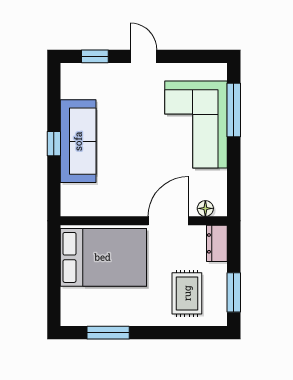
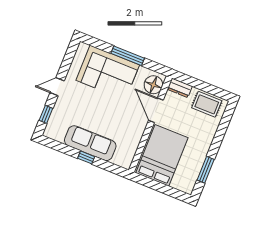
window: (234, 110) -> (128, 56), moved
floor lamp: (205, 208) -> (153, 85), width x1.89, depth x1.89
window: (234, 292) -> (211, 89), removed
rug: (187, 293) -> (207, 104), moved

